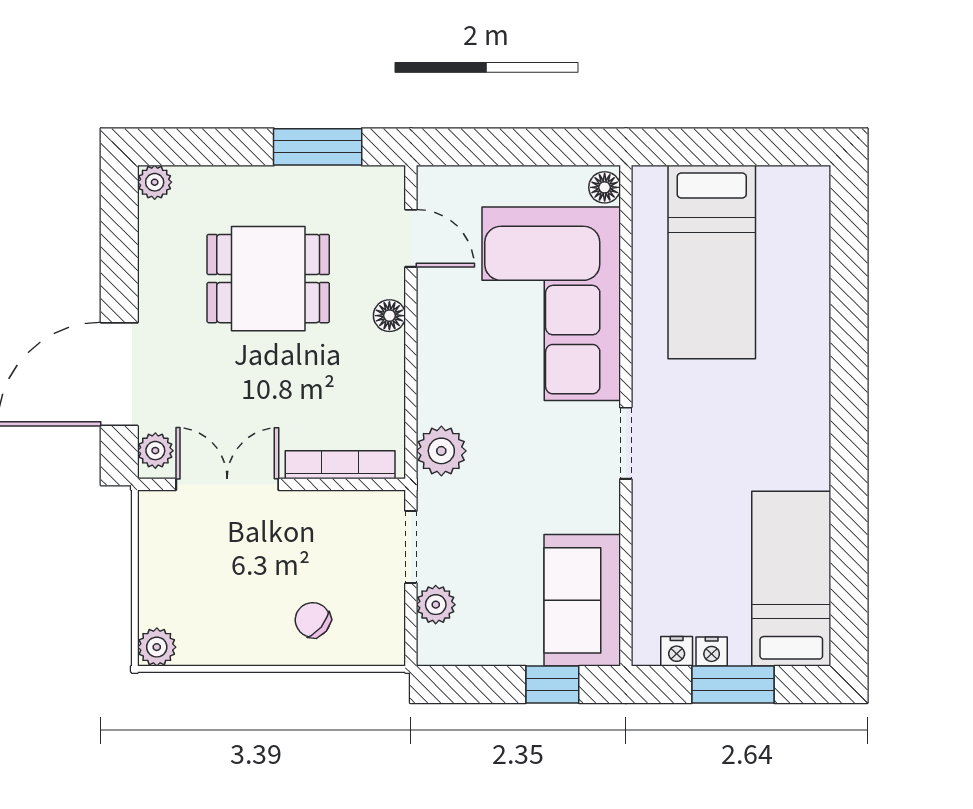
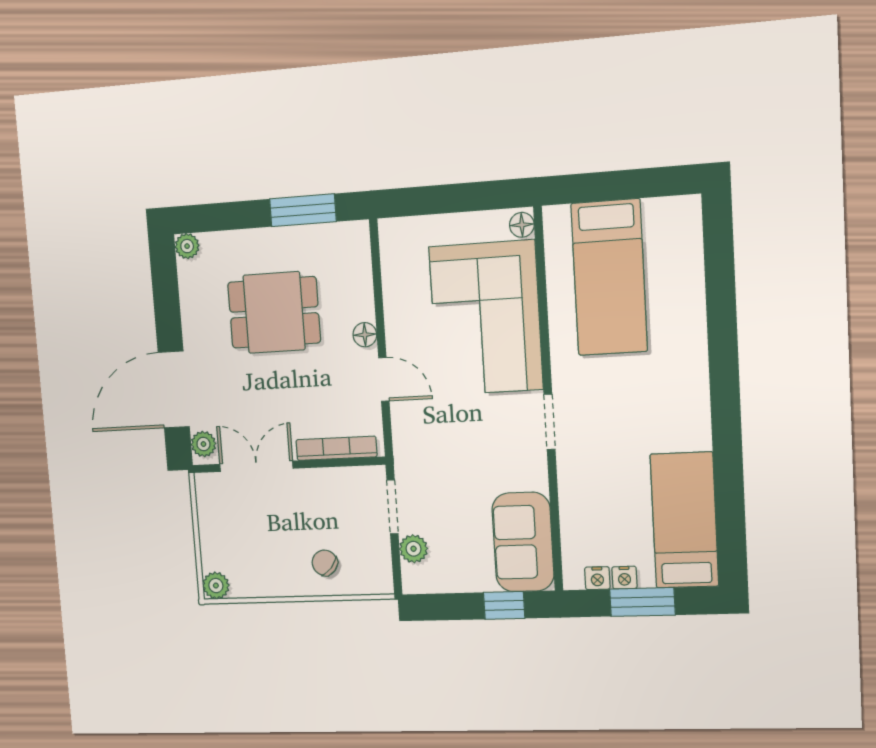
door: (411, 238) -> (384, 379), moved
plant: (441, 451) -> (410, 434), removed

